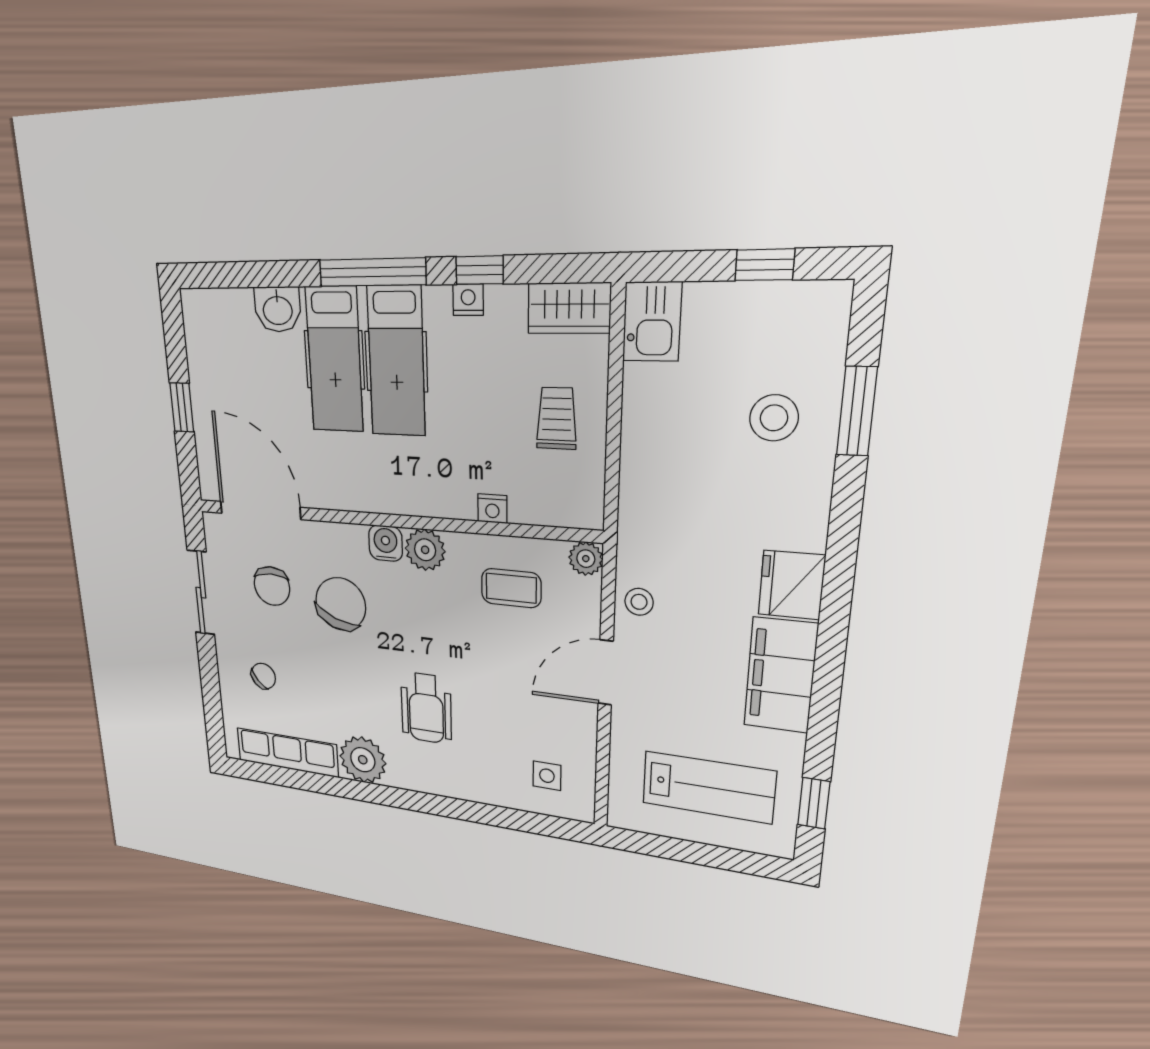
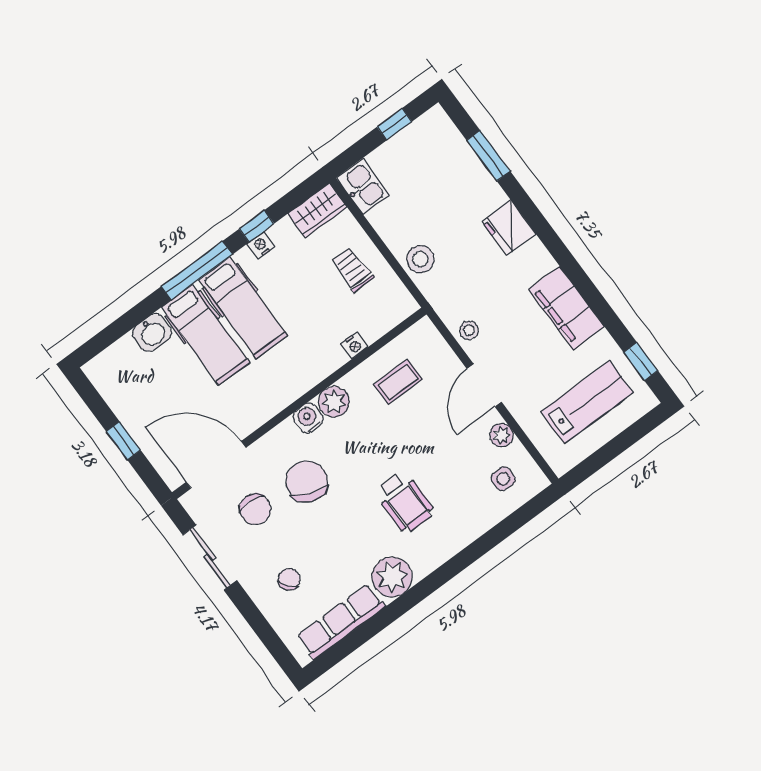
stool: (774, 418) -> (421, 259), moved
plant: (586, 559) -> (502, 435), moved
fridge: (792, 585) -> (509, 228), moved

